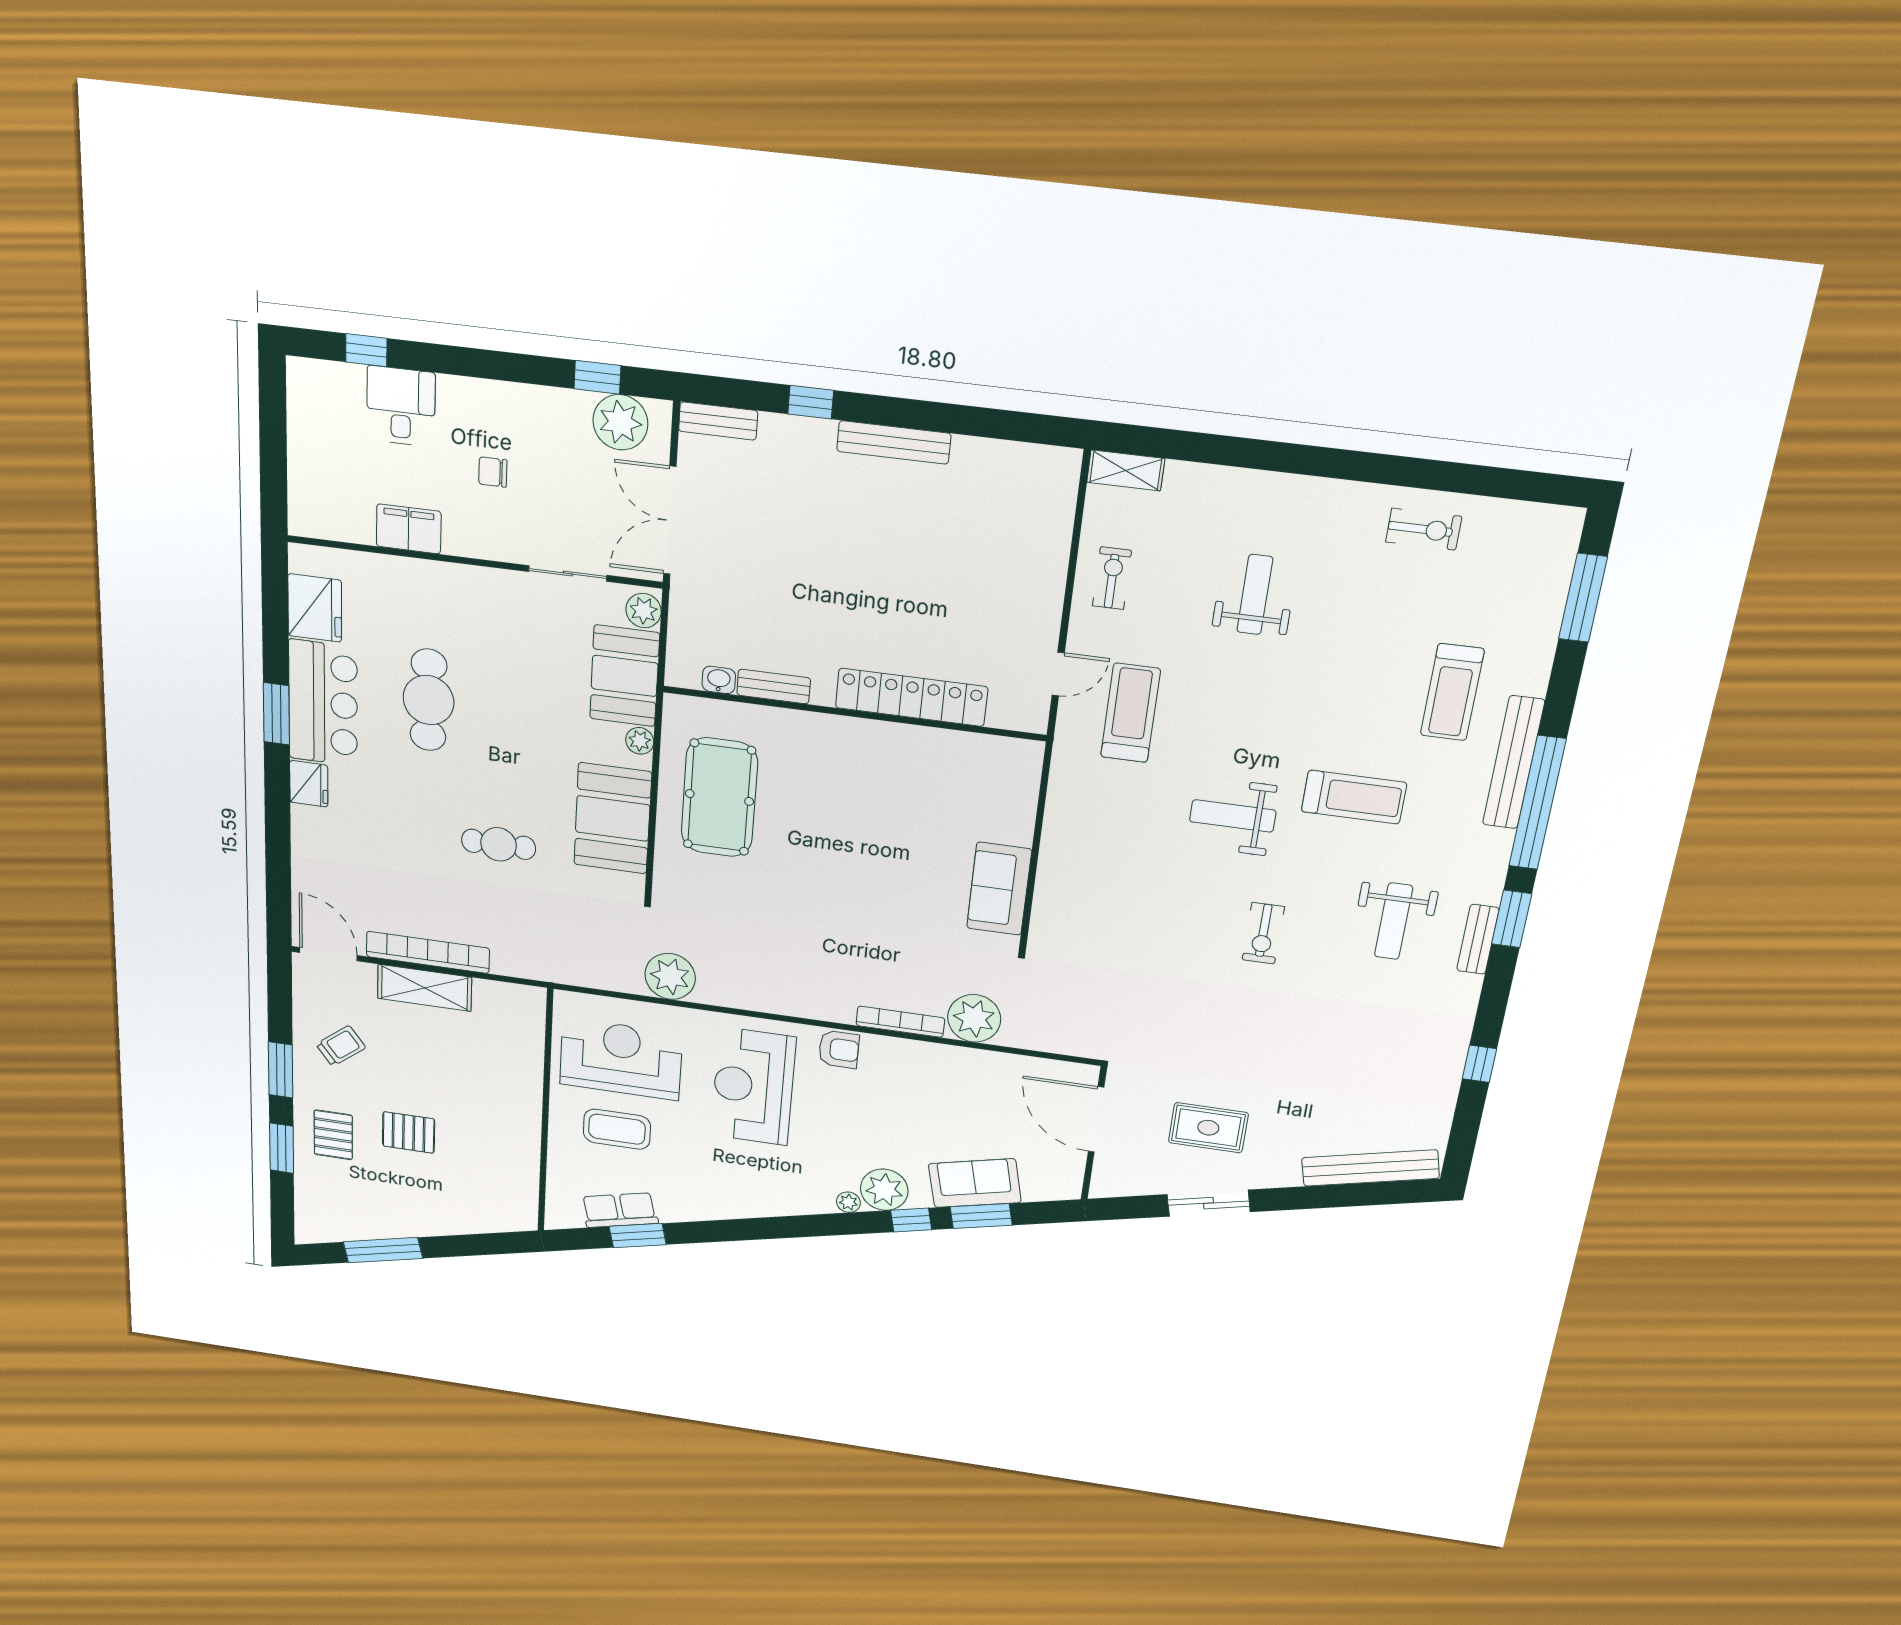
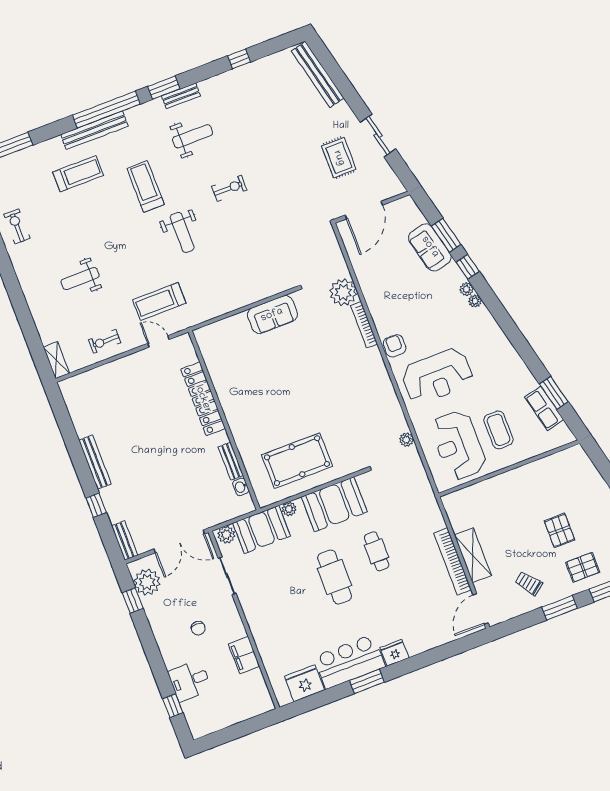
cafe table: (428, 700) -> (335, 577), moved, turned 90
plant: (670, 976) -> (406, 440), width x0.53, depth x0.53
plant: (884, 1190) -> (466, 289), width x0.53, depth x0.53

